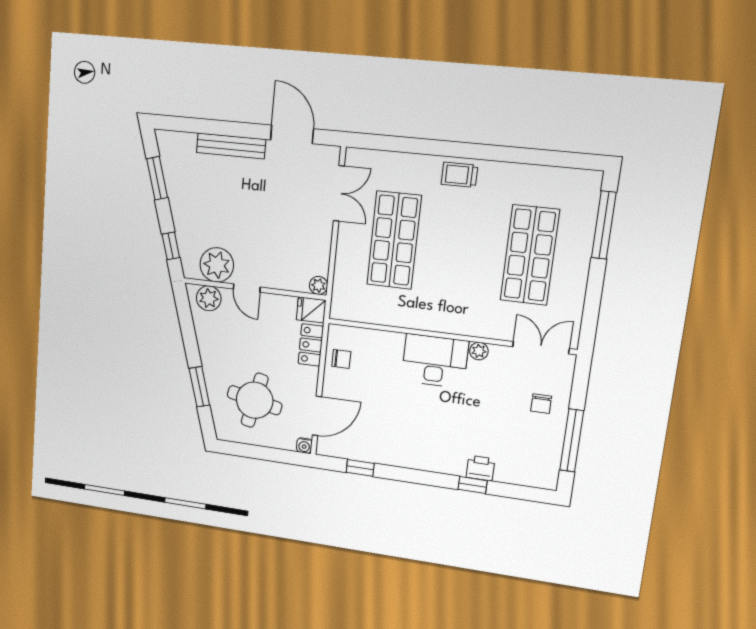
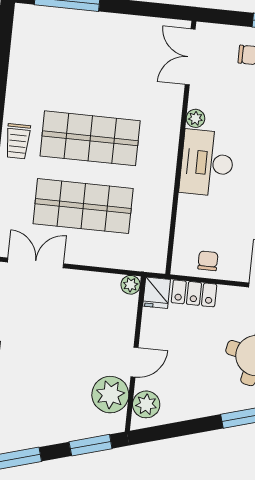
window: (171, 246) -> (91, 445), width x1.50
shop shelf: (530, 255) -> (90, 138), moved

